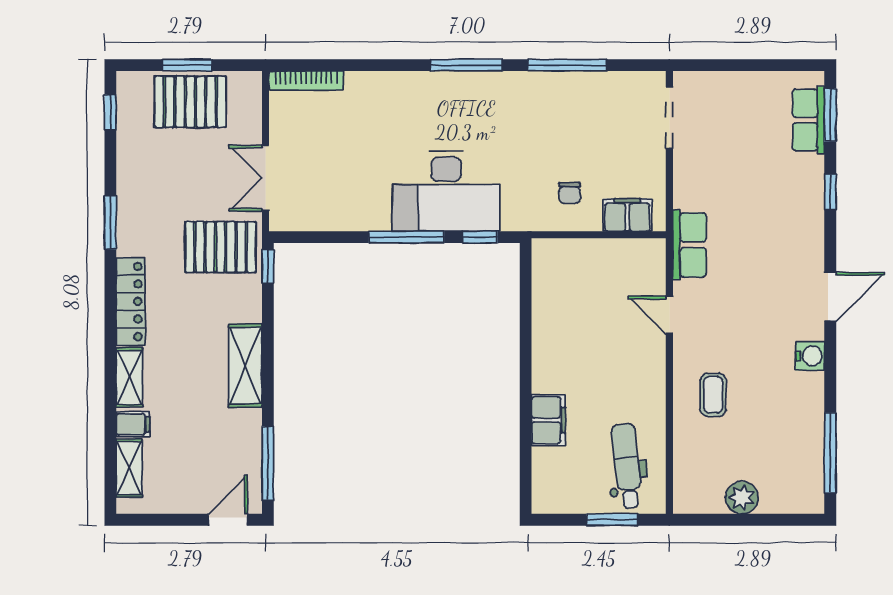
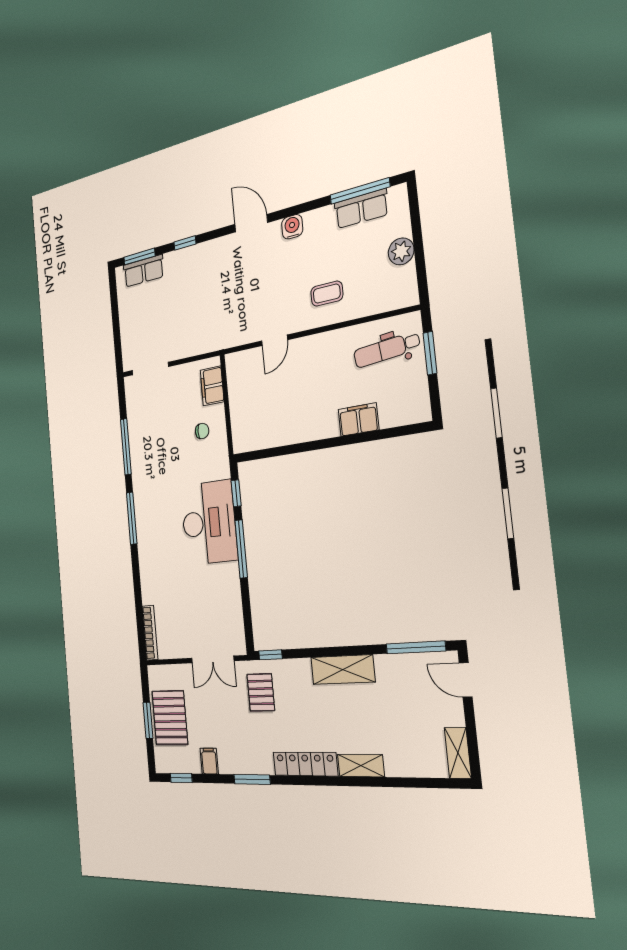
row of seats: (690, 245) -> (361, 209), moved, turned 180
pallet: (221, 247) -> (261, 692), width x0.67, depth x0.71
filing cabinet: (133, 424) -> (209, 761), moved
shelving: (129, 468) -> (458, 753), moved, turned 90

